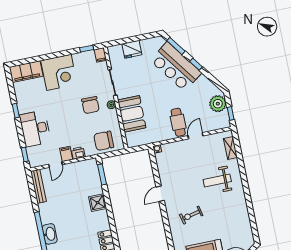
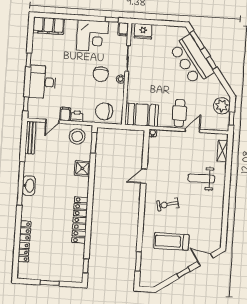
fridge: (132, 49) -> (143, 31), moved
corner desk: (59, 72) -> (92, 36), moved
booth: (132, 114) -> (142, 115), moved, turned 90
stool: (84, 173) -> (77, 136), added

